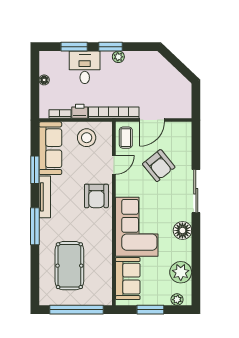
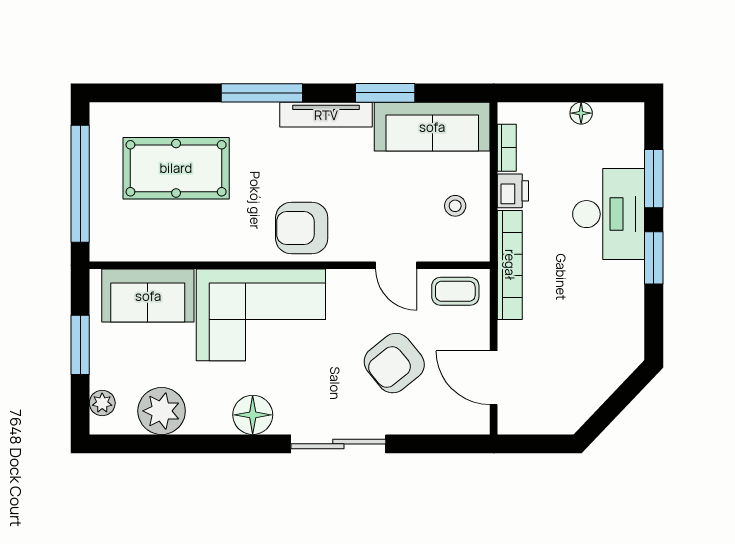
plant: (118, 57) -> (632, 275), removed
desk: (85, 67) -> (609, 214), width x1.37
door: (152, 120) -> (494, 378), moved
stool: (87, 138) -> (455, 206), width x0.53, depth x0.53
armchair: (96, 196) -> (302, 228), moved

